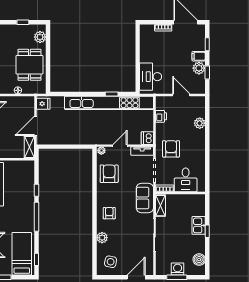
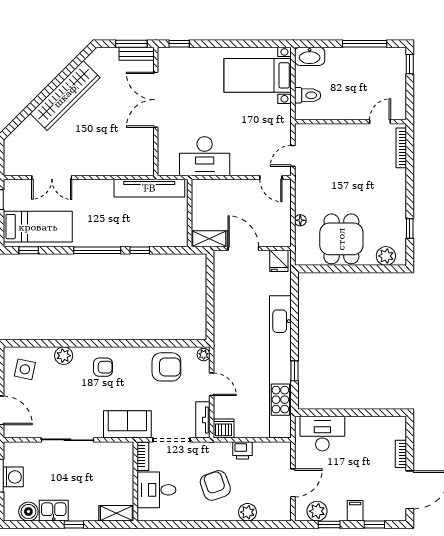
dining table: (29, 65) -> (341, 239), turned 90
plant: (199, 68) -> (317, 511), moved
printer: (161, 116) -> (242, 450), moved
armchair: (171, 149) -> (215, 485), moved, turned -109
shelving: (160, 206) -> (116, 513), moved
kitchen sink: (199, 225) -> (54, 511), moved

